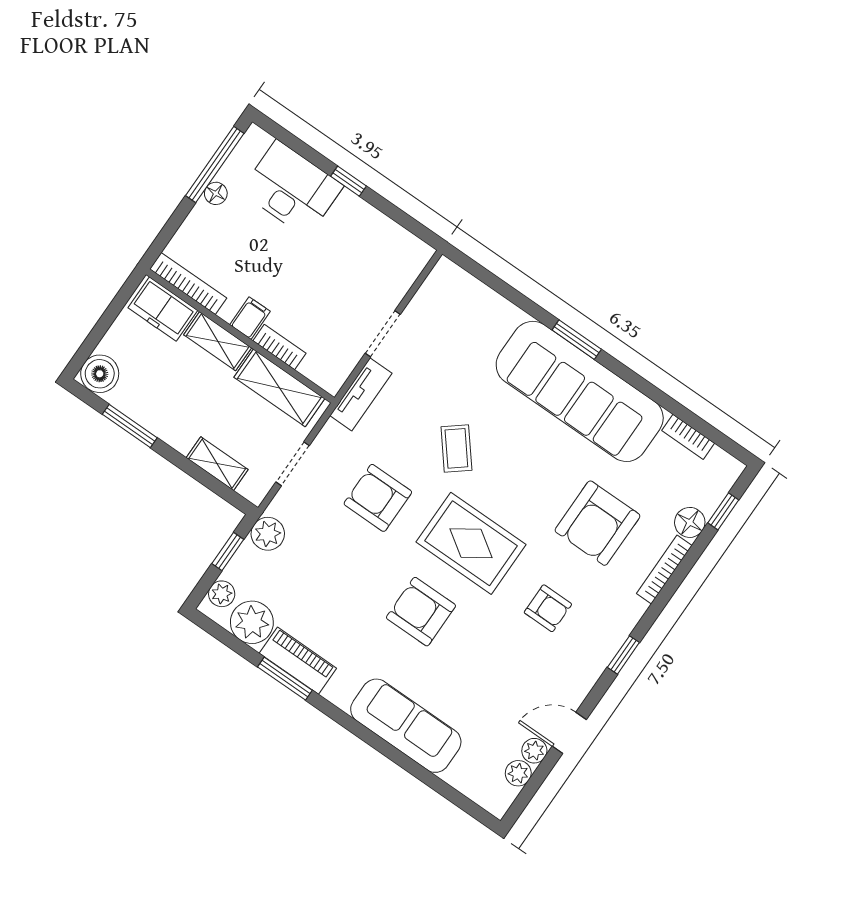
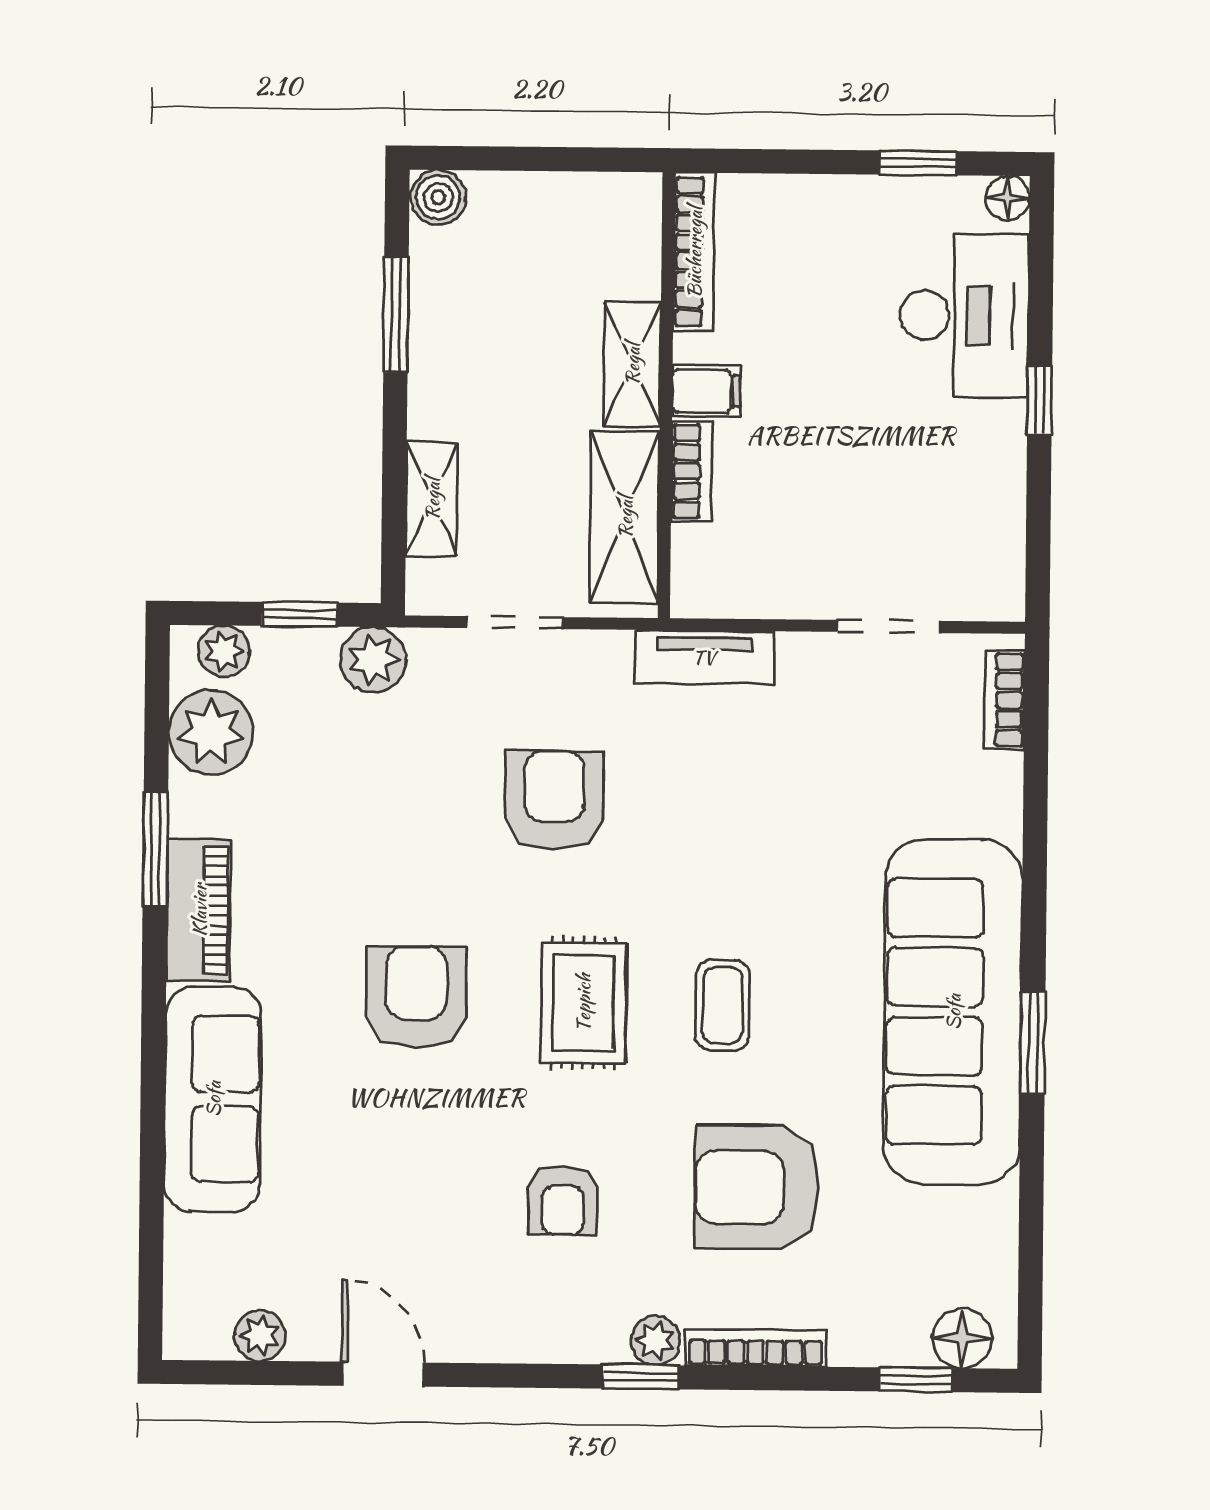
window: (215, 164) -> (918, 163), width x0.46
floor lamp: (216, 193) -> (1007, 198), moved
freezer: (163, 309) -> (624, 239), removed
doorway: (383, 334) -> (888, 626), moved
window: (577, 340) -> (1033, 1043), moved
boiler: (100, 374) -> (438, 197), width x0.73, depth x0.73
bookcase: (688, 437) -> (1004, 700), moved
coffee table: (456, 448) -> (723, 1005), moved, turned -51
floor lamp: (690, 522) -> (962, 1338), moved
rug: (471, 543) -> (583, 1003), width x0.73, depth x0.70
window: (623, 655) -> (641, 1377), moved
piano: (298, 661) -> (199, 910), moved
plant: (534, 751) -> (656, 1340), moved

